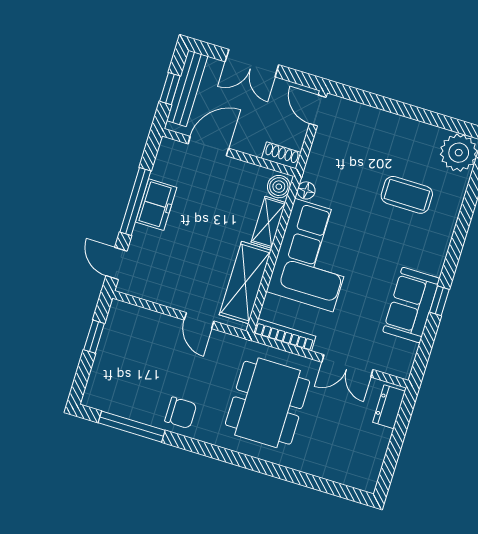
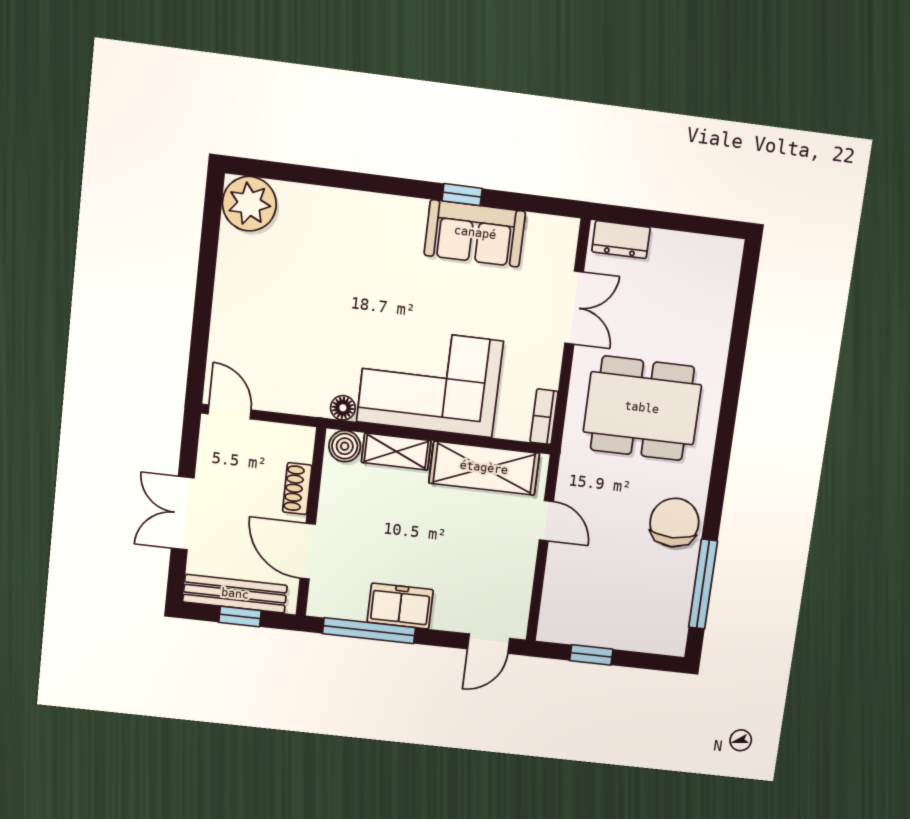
double door: (252, 63) -> (183, 513), swing flipped
door: (318, 110) -> (230, 412), swing flipped
shoe rack: (281, 155) -> (297, 489), moved
coffee table: (407, 195) -> (323, 267), removed
window: (135, 201) -> (369, 631), moved
door: (199, 321) -> (546, 521), hinge flipped
bookcase: (285, 335) -> (544, 417), width x0.64
chair: (181, 413) -> (674, 523), width x1.37, depth x1.37

